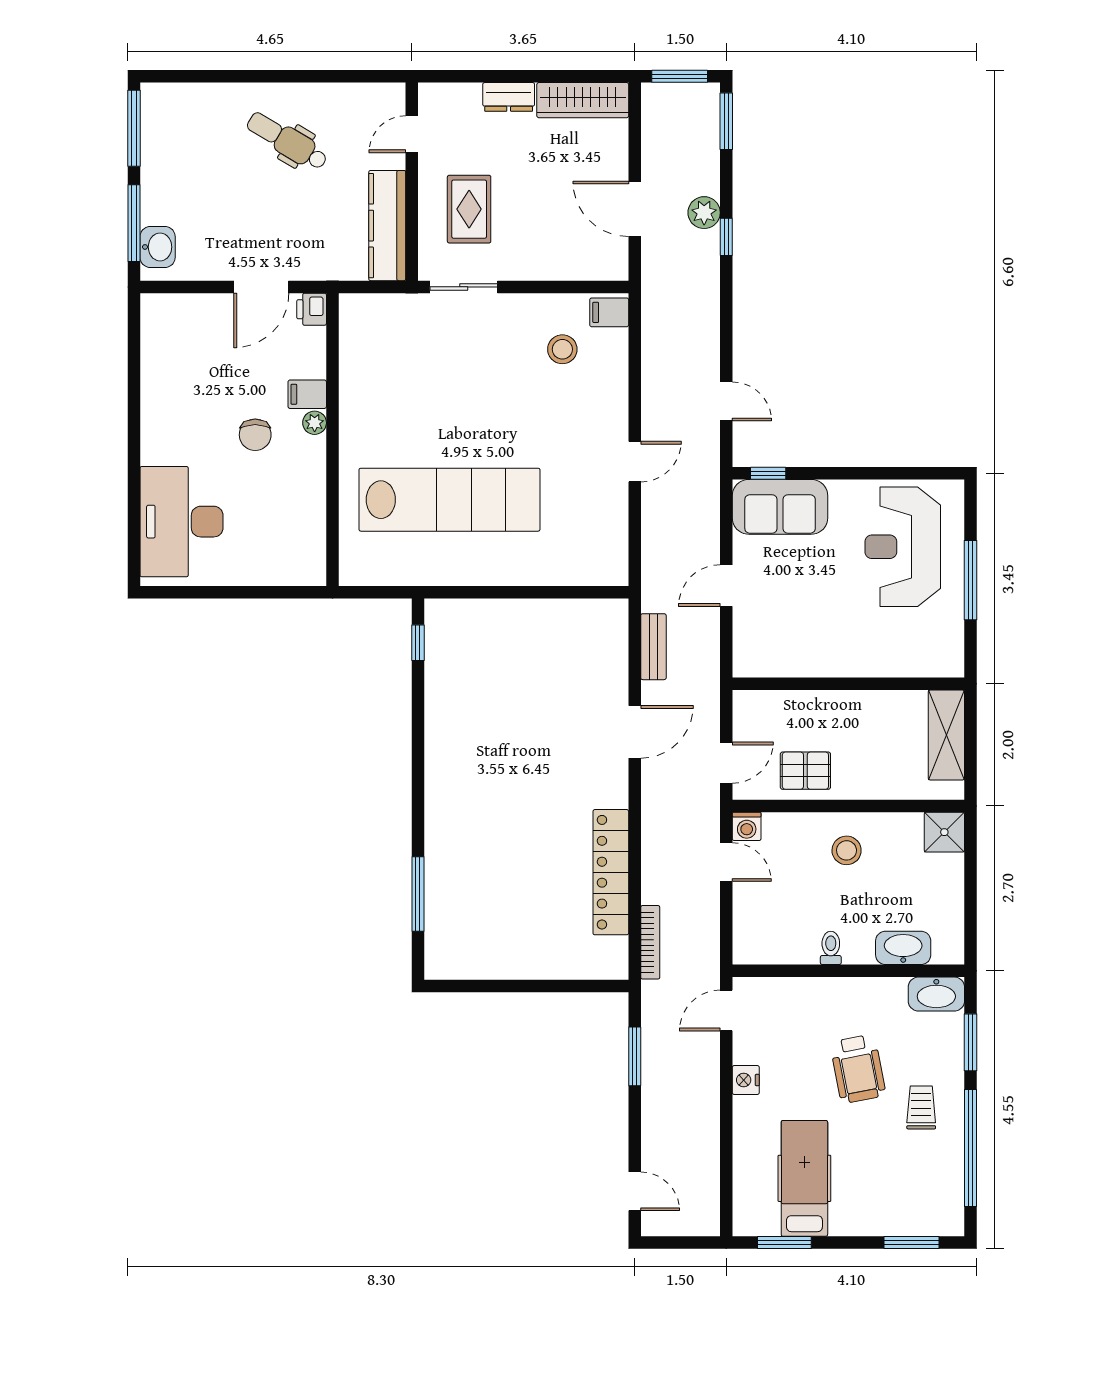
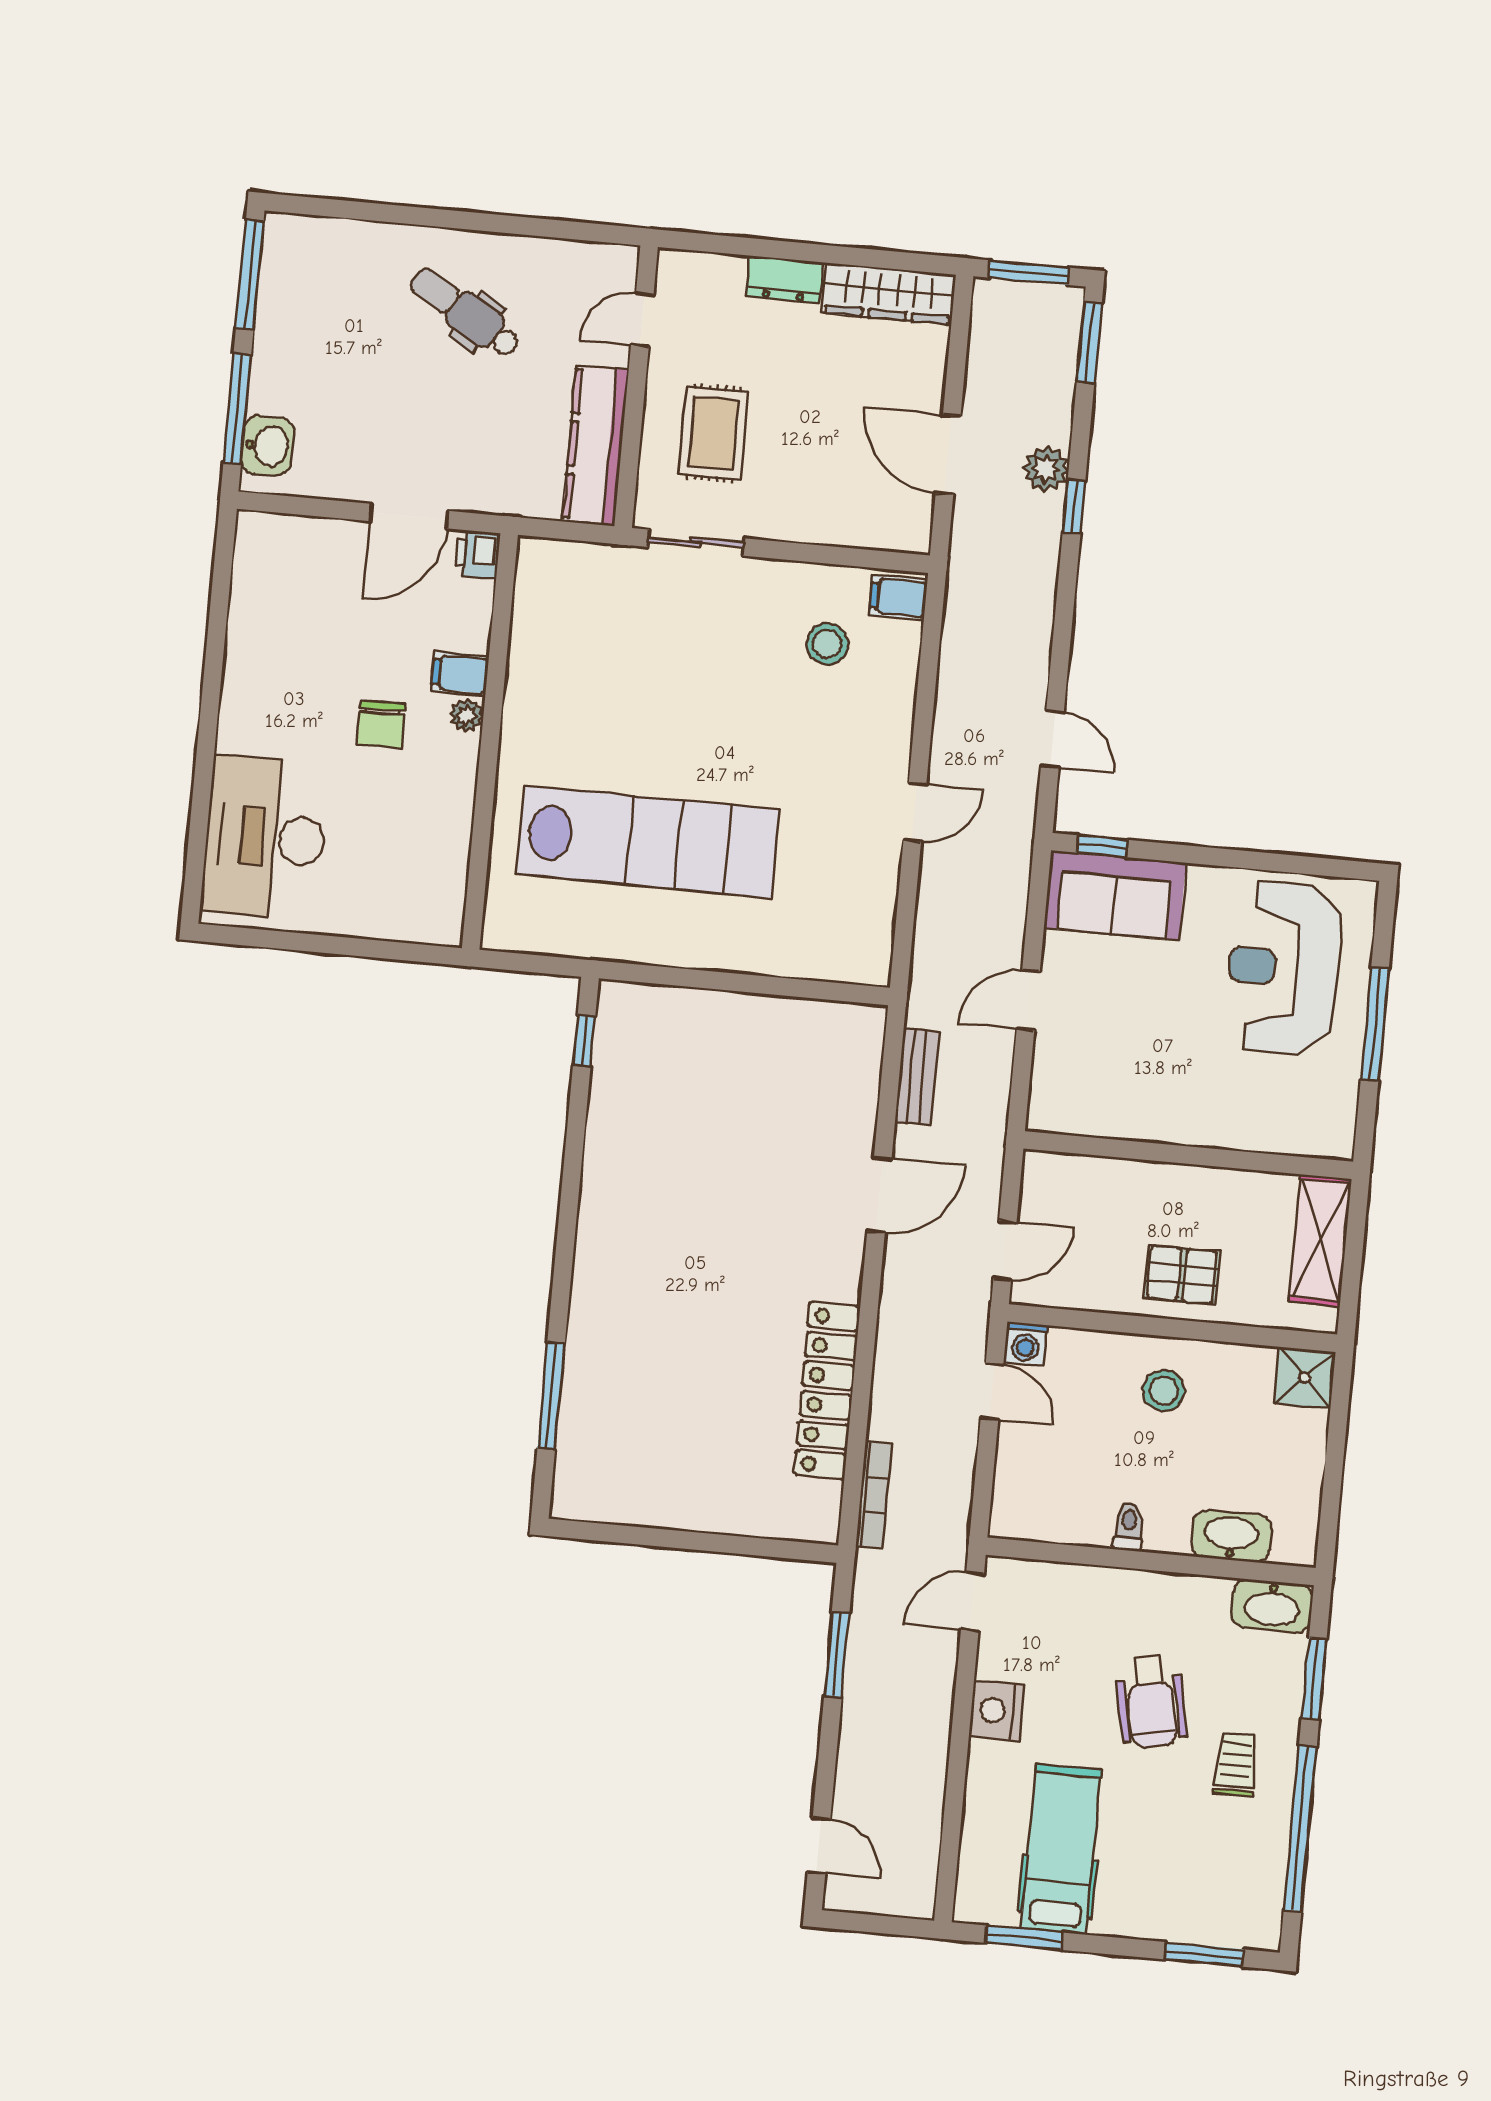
pallet: (805, 771) -> (1182, 1275), moved
nightstand: (746, 1080) -> (996, 1711), width x1.36, depth x1.33

